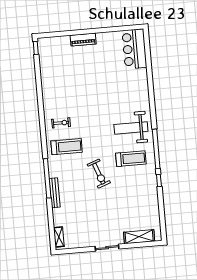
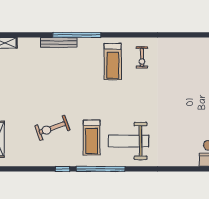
weight bench: (131, 128) -> (128, 141), turned -90
exercise bike: (99, 174) -> (52, 128), moved

